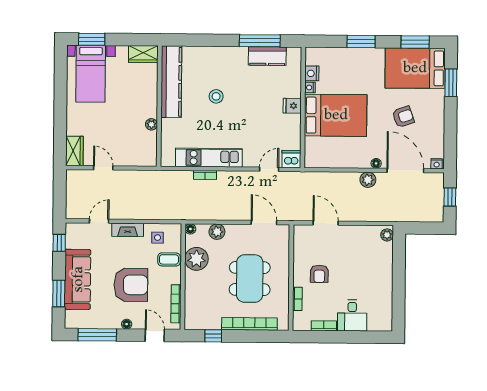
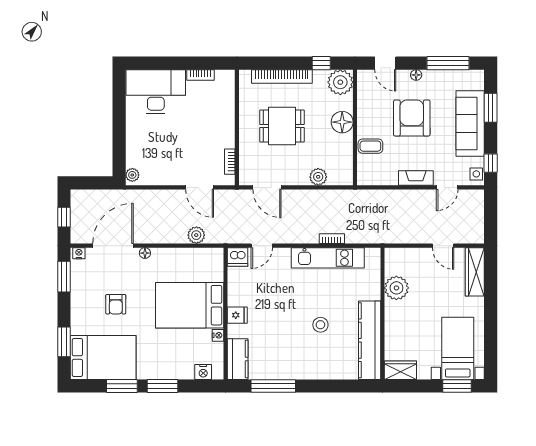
window: (415, 42) -> (122, 386), moved
kitchen counter: (267, 56) -> (238, 359), moved, turned 90
nightstand: (312, 73) -> (203, 372), moved, turned 90
armchair: (403, 117) -> (116, 304), turned -71
plant: (151, 124) -> (396, 288), width x1.87, depth x1.87
window: (450, 142) -> (64, 277), added
wardrobe: (74, 151) -> (475, 272), width x1.50
door: (405, 170) -> (113, 246), swing flipped
plant: (368, 180) -> (196, 235), moved
floor lamp: (190, 229) -> (342, 122), moved, width x1.89, depth x1.89
side table: (158, 238) -> (476, 174), moved
plant: (196, 259) -> (340, 82), moved
armchair: (319, 274) -> (206, 132), removed
dining table: (250, 279) -> (282, 126), width x0.73
armchair: (131, 285) -> (412, 118), turned 90
bookcase: (297, 299) -> (230, 162), moved
bookcase: (176, 304) -> (362, 98), removed
desk: (352, 315) -> (156, 92), width x1.87, depth x1.30

